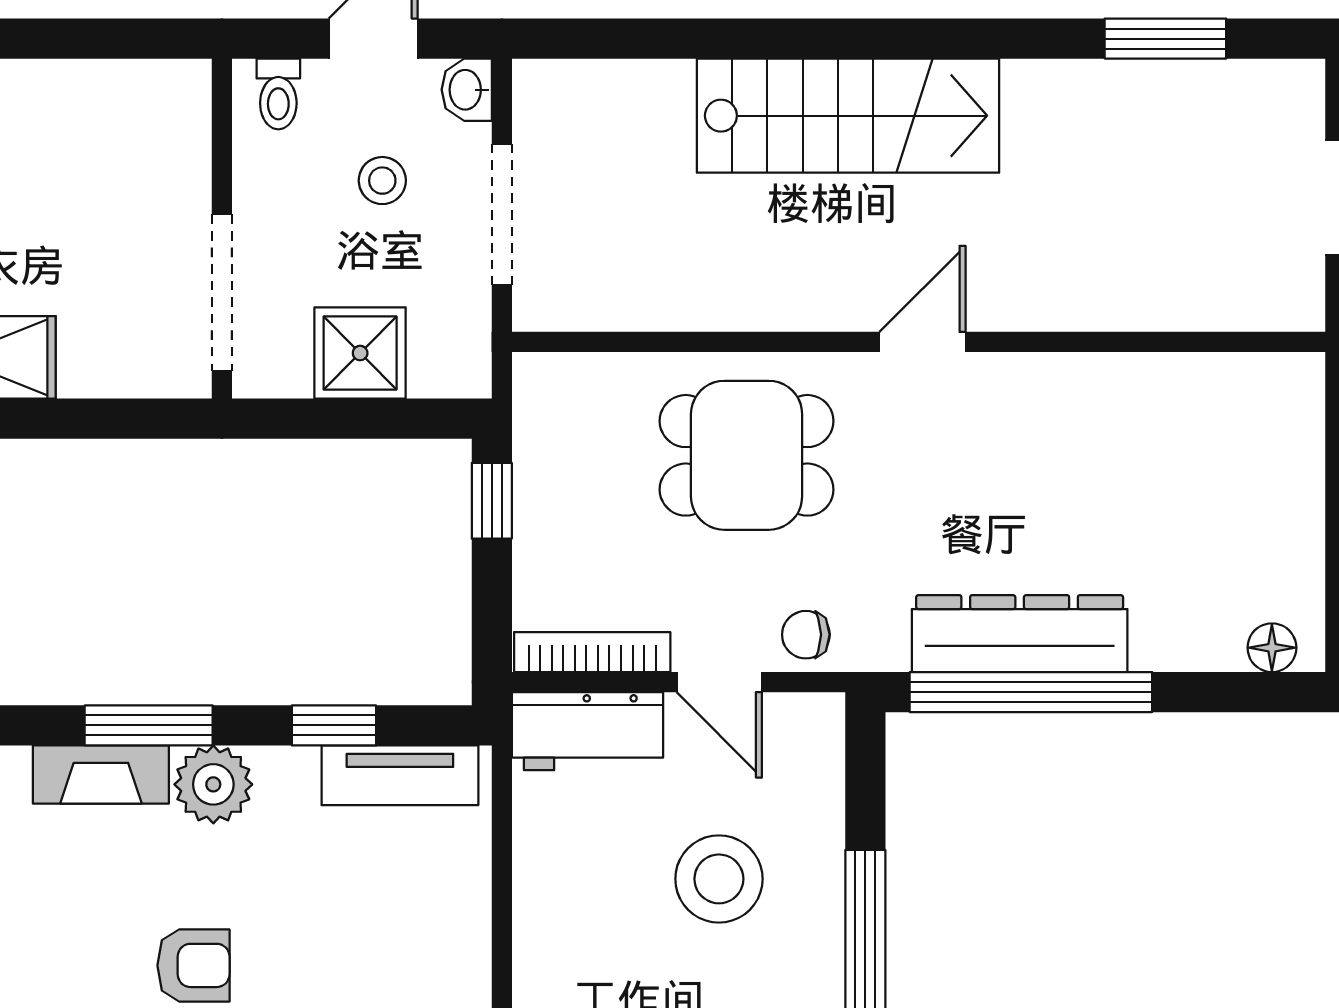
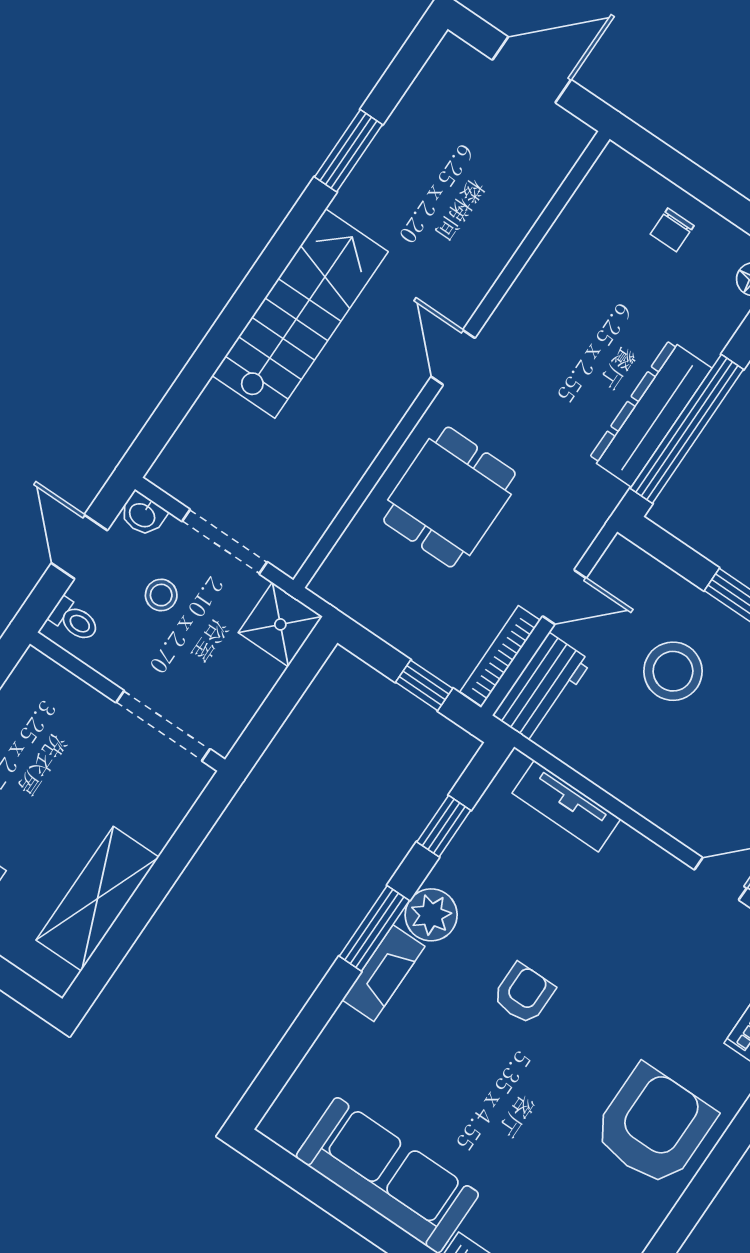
window: (1165, 39) -> (348, 151), moved
shower: (360, 353) -> (280, 624), moved
window: (492, 501) -> (424, 685), moved
chair: (806, 635) -> (672, 230), moved
tv unit: (400, 775) -> (566, 806), moved, turned 90

